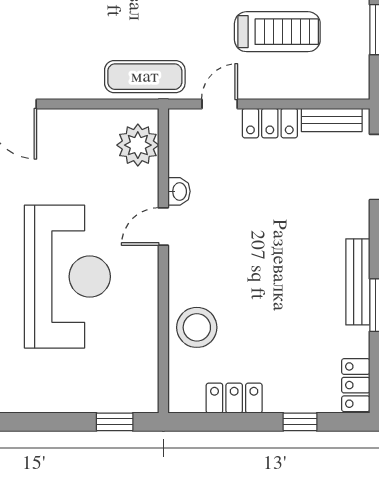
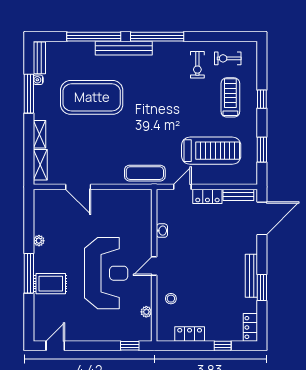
treadmill: (277, 32) -> (211, 151), width x1.37, depth x1.38
plant: (138, 145) -> (146, 312), moved, width x0.53, depth x0.53
door: (163, 227) -> (154, 266), moved
stool: (197, 327) -> (171, 299), width x0.53, depth x0.53

